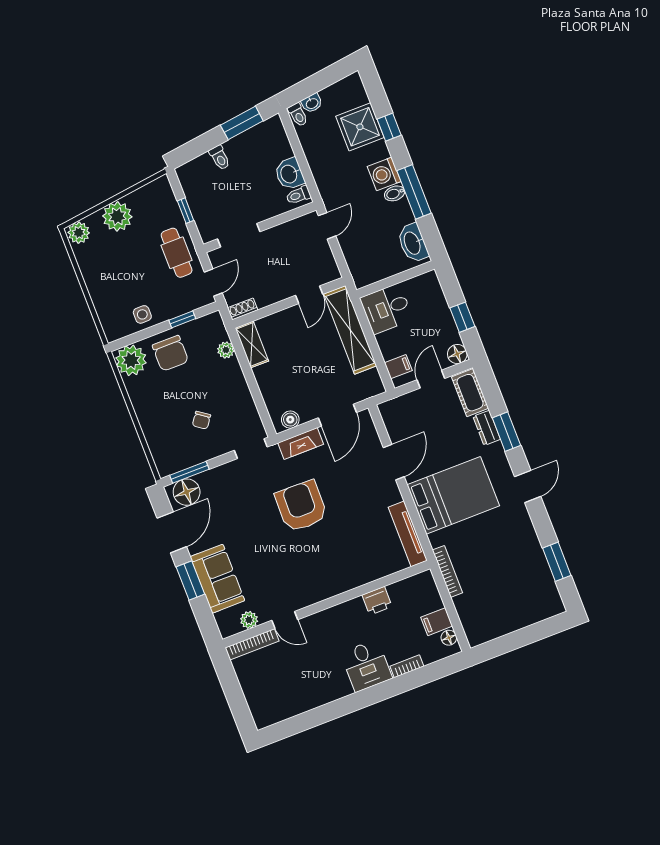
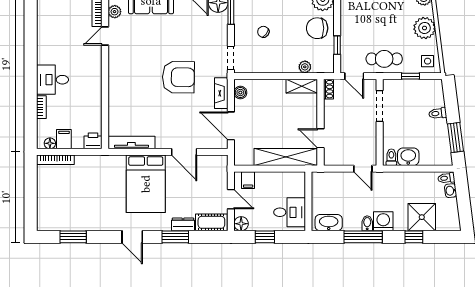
desk: (387, 309) -> (290, 212), moved, turned 90
side table: (142, 314) -> (428, 61), moved
bookcase: (447, 571) -> (55, 160), moved
printer: (377, 601) -> (93, 141), moved, turned 90

